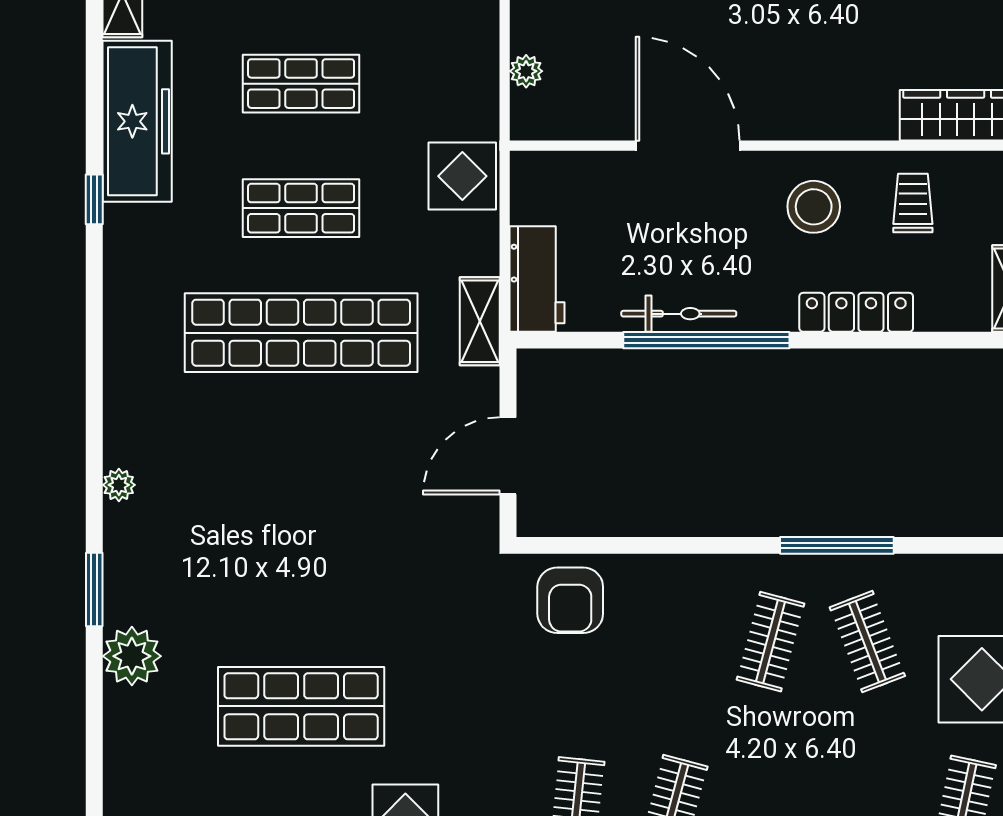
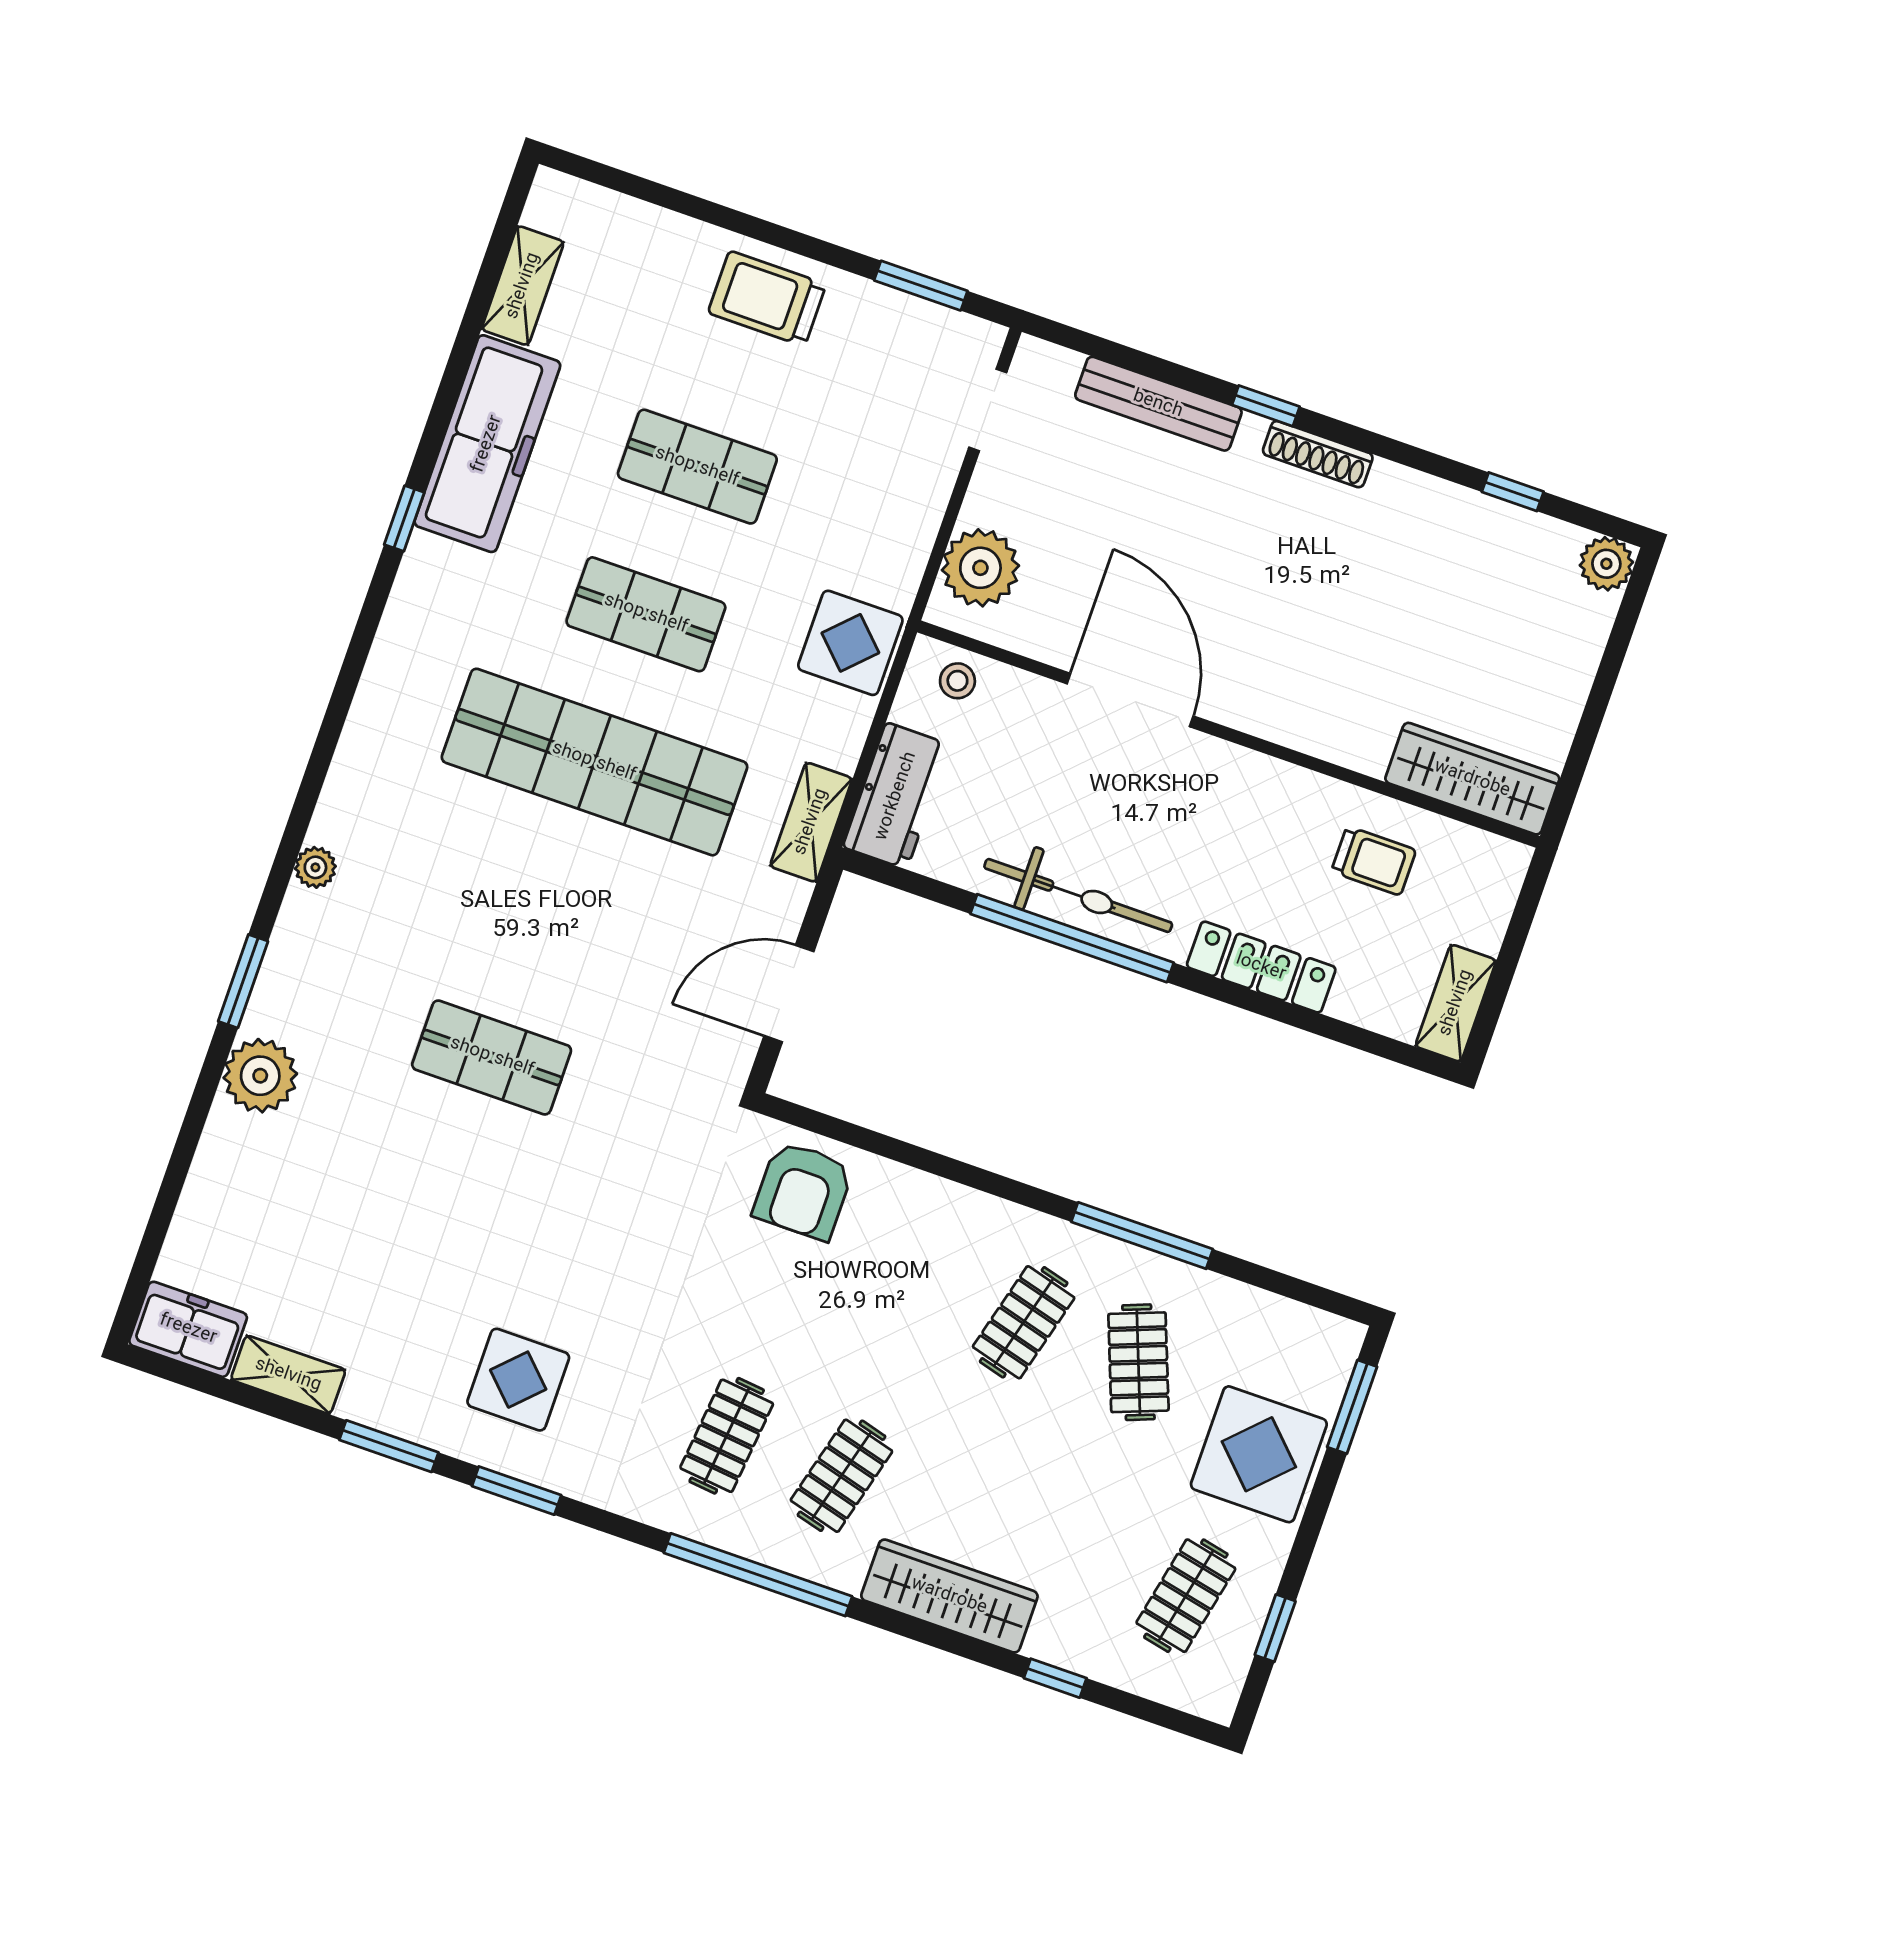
plant: (526, 71) -> (980, 568), width x1.87, depth x1.87
trolley: (913, 203) -> (1374, 861), turned 90
stool: (814, 207) -> (957, 681), moved, width x0.53, depth x0.53
bicycle: (679, 314) -> (1078, 896), width x1.37, depth x1.40
shop shelf: (301, 706) -> (492, 1057), moved, width x0.70, depth x0.74

